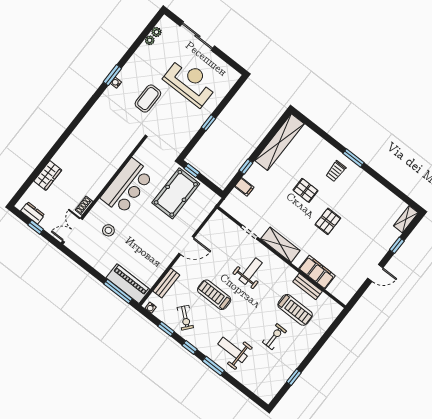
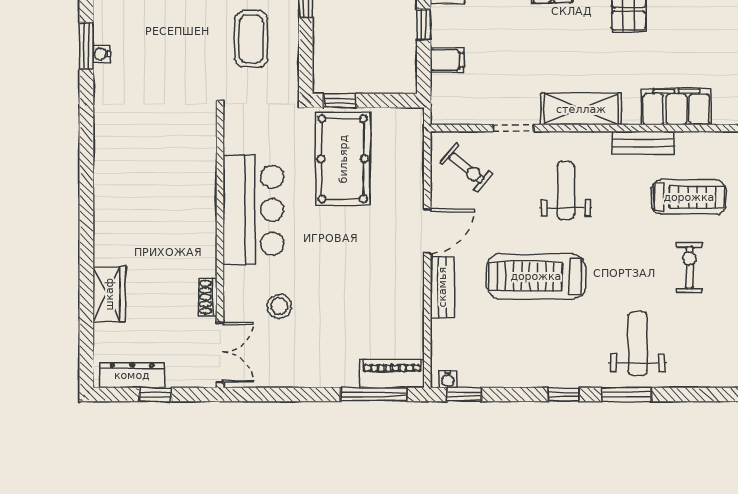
coffee table: (148, 99) -> (251, 39), moved
dresser: (33, 213) -> (132, 375), width x1.44
double door: (73, 230) -> (220, 352), swing flipped
bench: (166, 283) -> (442, 287), moved
piano: (128, 284) -> (392, 373), width x0.73, depth x0.75
bench: (308, 287) -> (643, 143), moved
treadmill: (214, 295) -> (536, 276), width x1.37, depth x1.38
exercise bike: (185, 318) -> (467, 168), moved
window: (166, 329) -> (464, 394), moved
weight bench: (233, 350) -> (637, 344), turned 90

